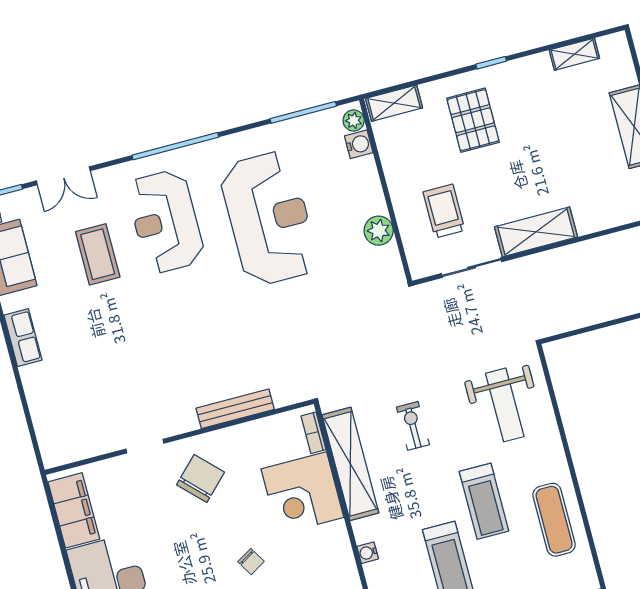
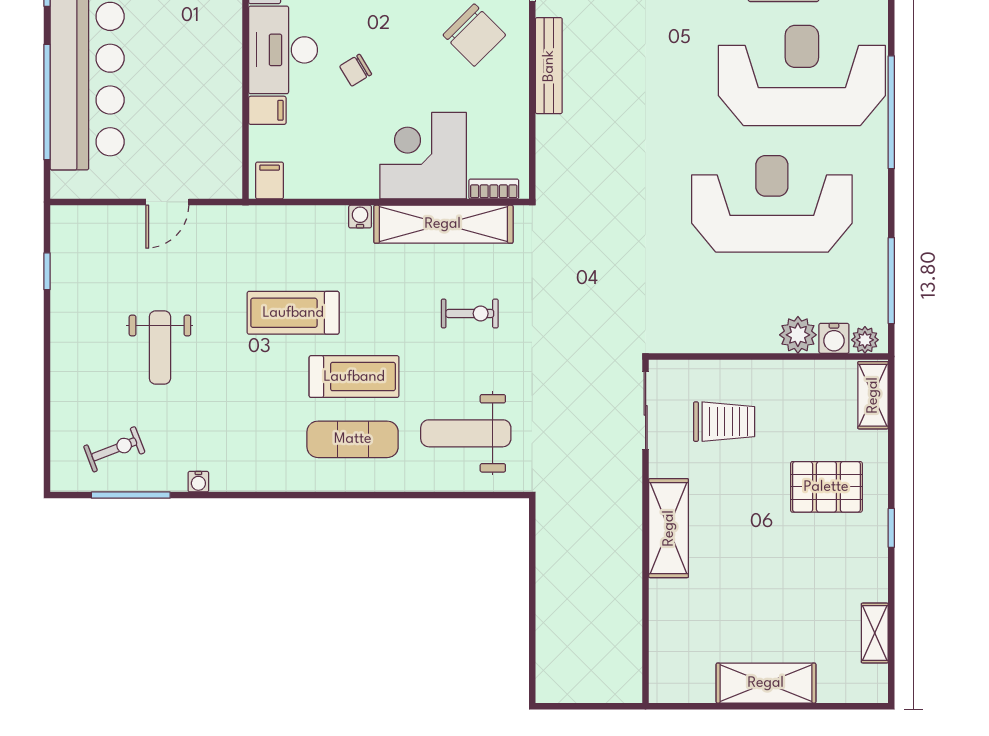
reception desk: (269, 218) -> (772, 204), turned 180
reception desk: (165, 221) -> (802, 76), width x1.36, depth x1.30
plant: (379, 231) -> (798, 335), moved
sliding door: (472, 268) -> (646, 410), moved
bench: (235, 409) -> (549, 66), moved
treadmill: (484, 501) -> (354, 377), turned 180
exercise mat: (554, 520) -> (353, 439), moved
water cooler: (368, 553) -> (360, 217), moved

